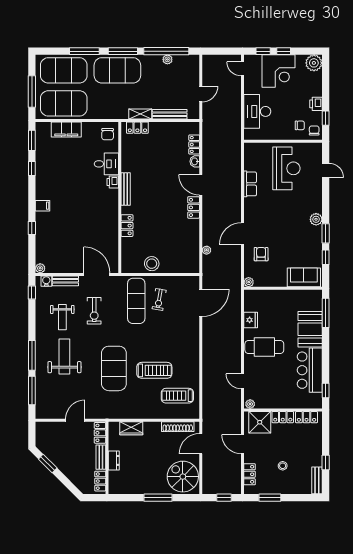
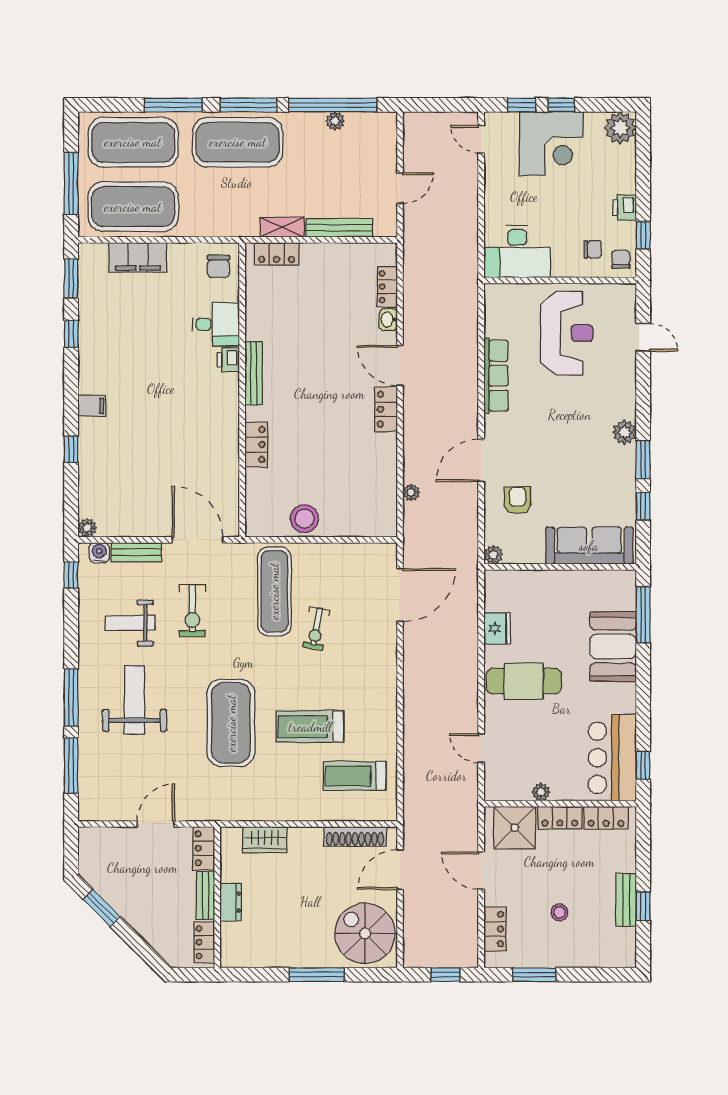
desk: (257, 111) -> (517, 252), moved, turned -90
row of seats: (250, 184) -> (496, 376), width x1.48
sofa: (304, 277) -> (589, 546), width x1.36
exercise bike: (159, 299) -> (316, 628), moved
weight bench: (62, 317) -> (130, 623), turned 90
treadmill: (154, 370) -> (310, 727), turned 180
bar counter: (310, 370) -> (612, 758), moved
plant: (250, 404) -> (541, 792), moved
bench: (317, 480) -> (626, 900), moved

